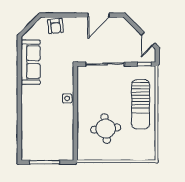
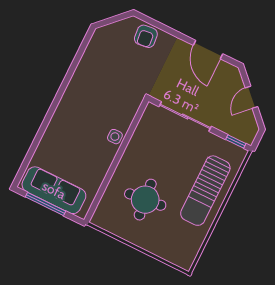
door: (99, 15) -> (208, 50), hinge flipped
door: (148, 39) -> (251, 97), moved
sofa: (31, 62) -> (54, 190), moved, turned -90

